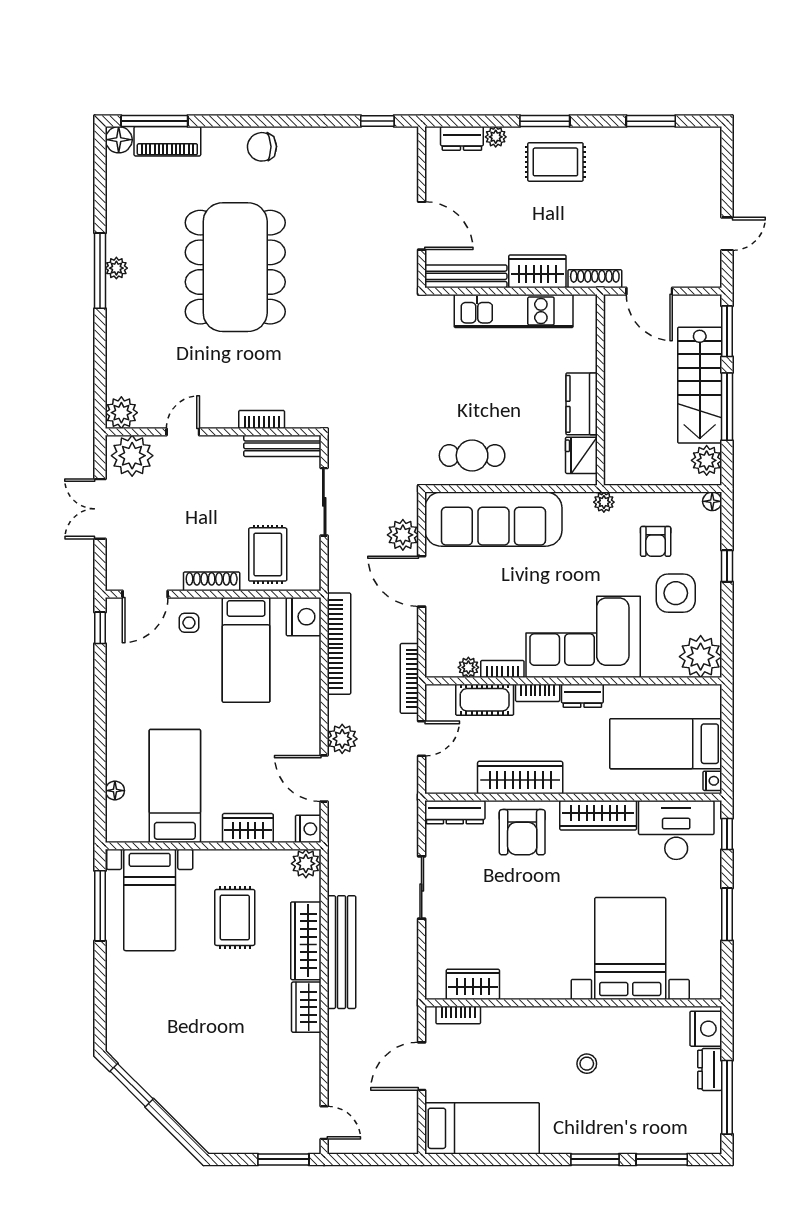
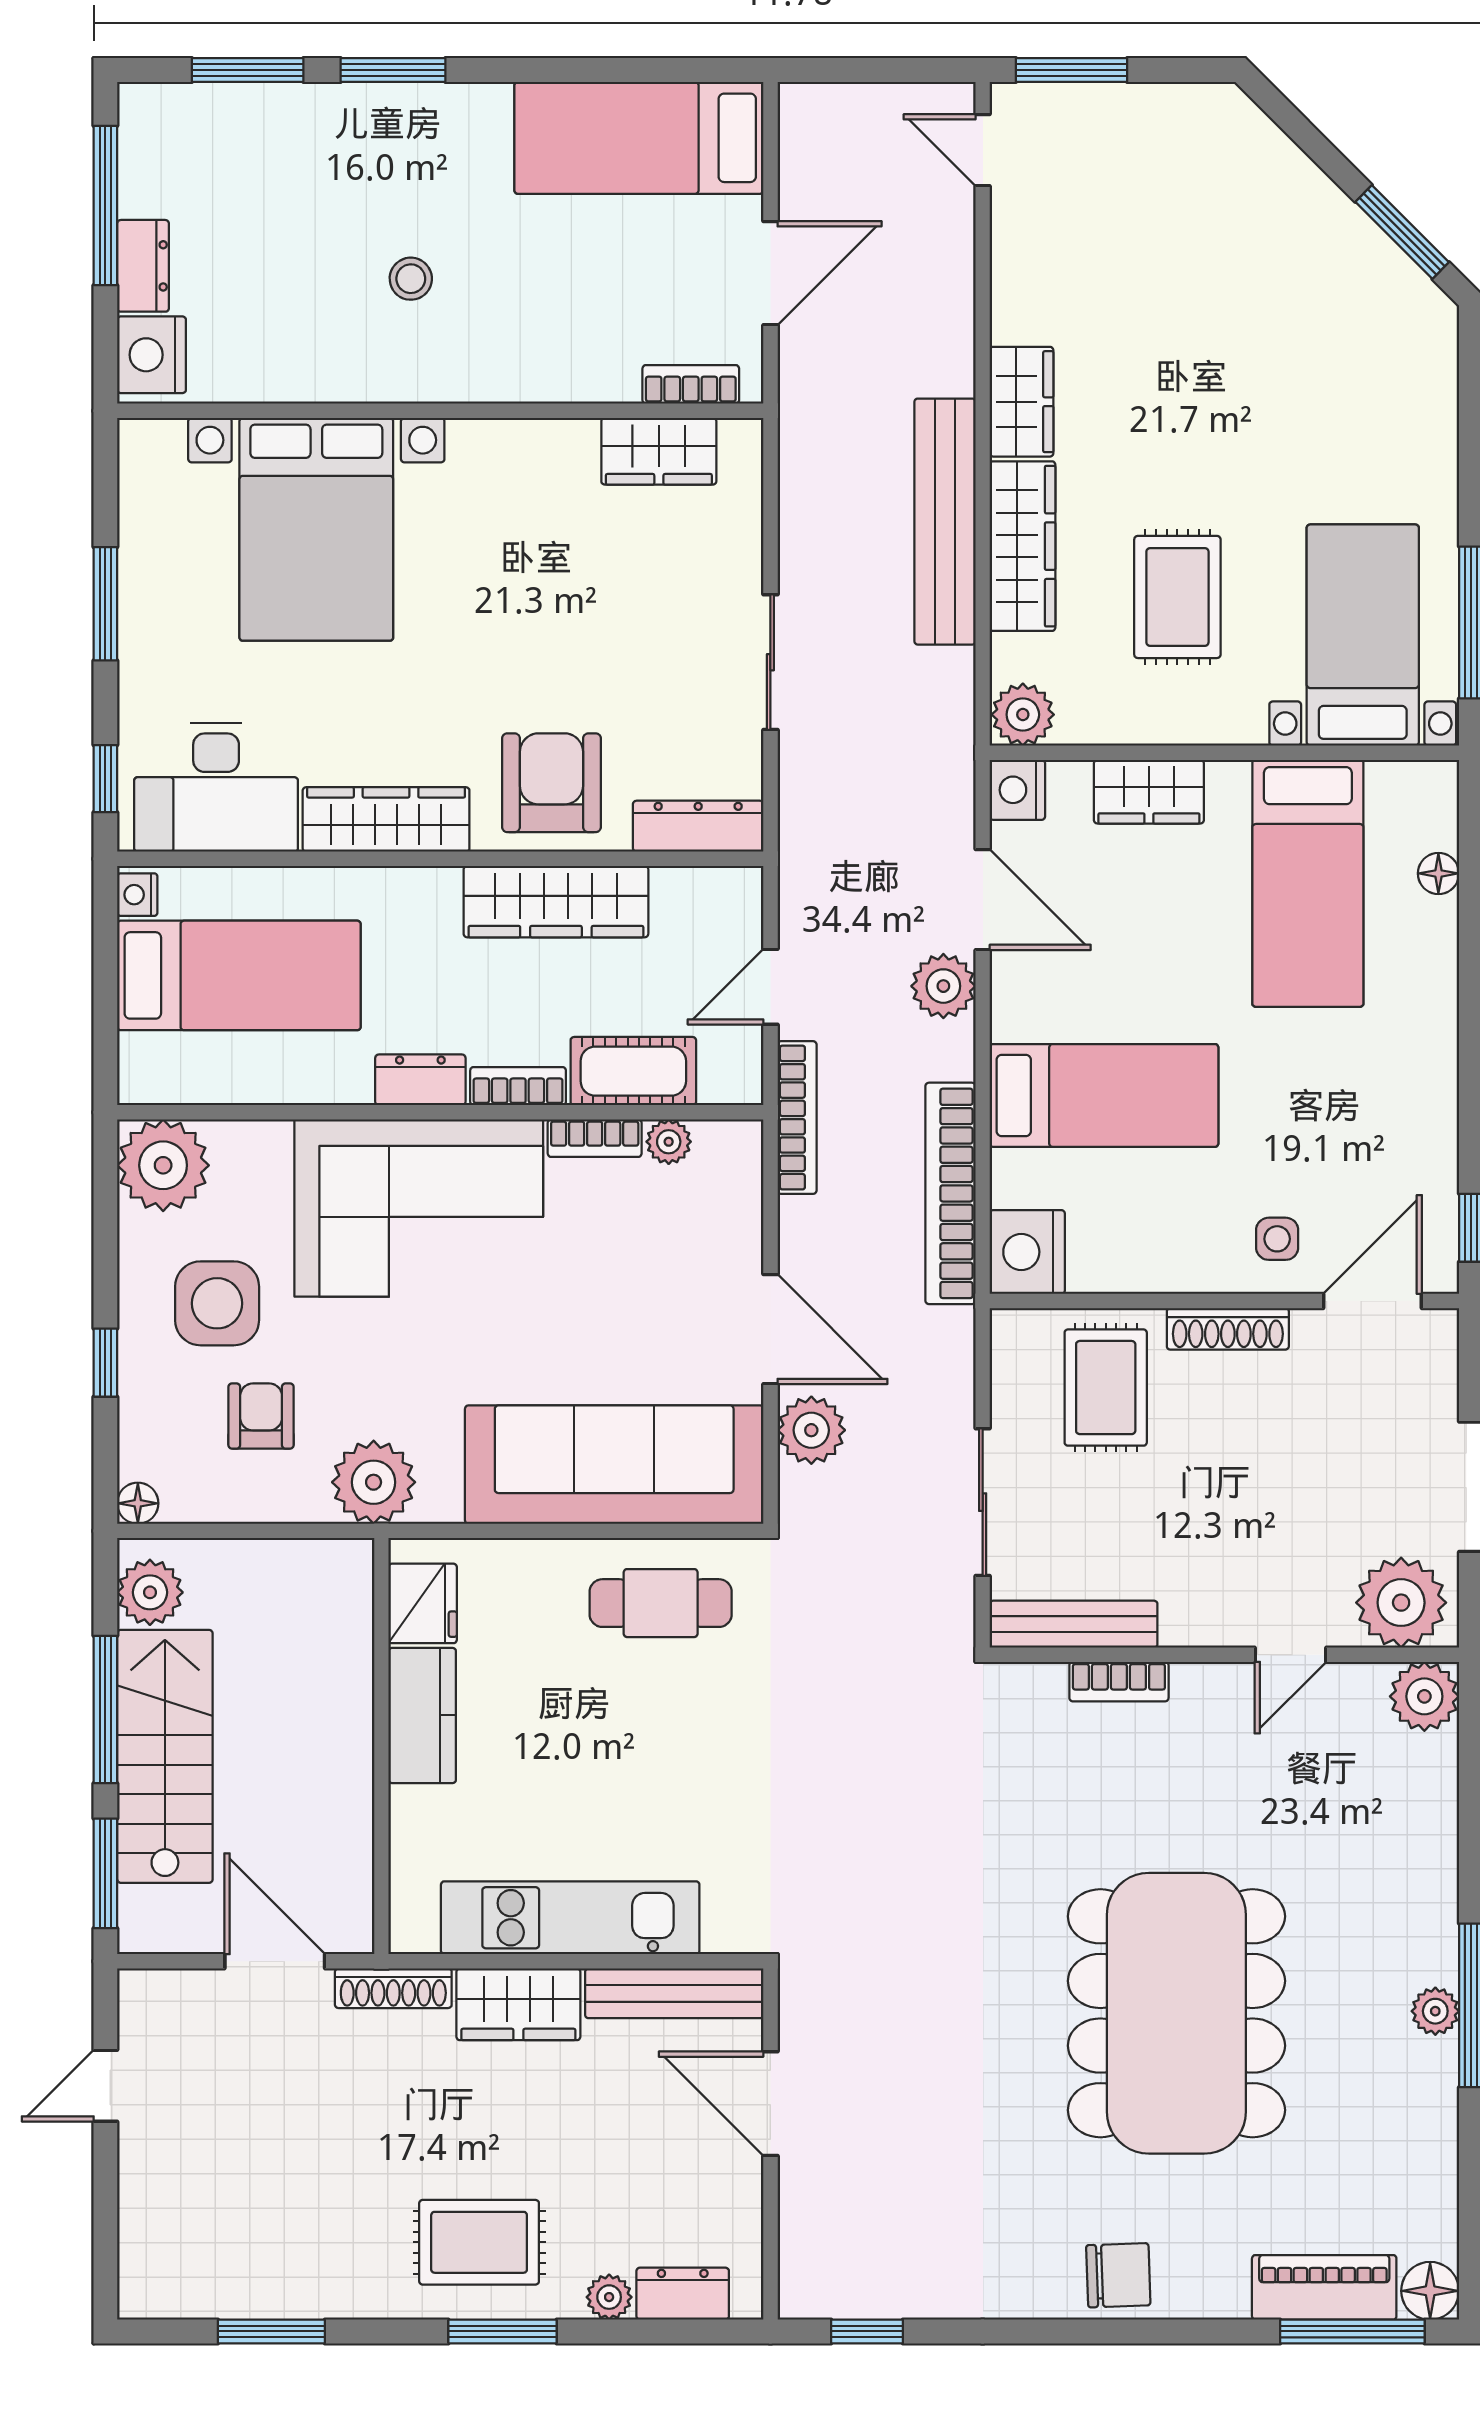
plant: (604, 502) -> (374, 1482), width x1.88, depth x1.88
bed: (246, 650) -> (1104, 1095), moved, turned 90

